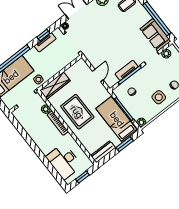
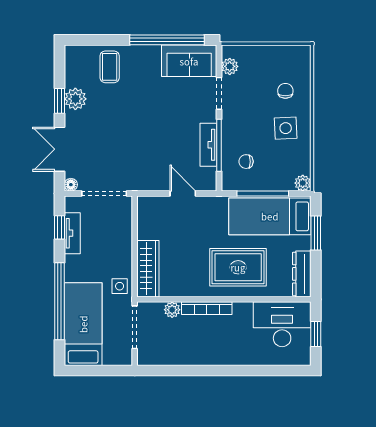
rug: (77, 112) -> (238, 267), moved
desk: (64, 161) -> (282, 324), moved, turned 180

